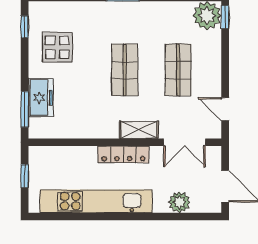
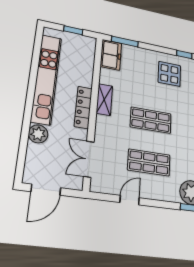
freezer: (41, 98) -> (111, 55), moved, turned -90
door: (225, 109) -> (130, 200), moved
shelving: (139, 130) -> (104, 100), moved
plant: (179, 202) -> (38, 134), moved

